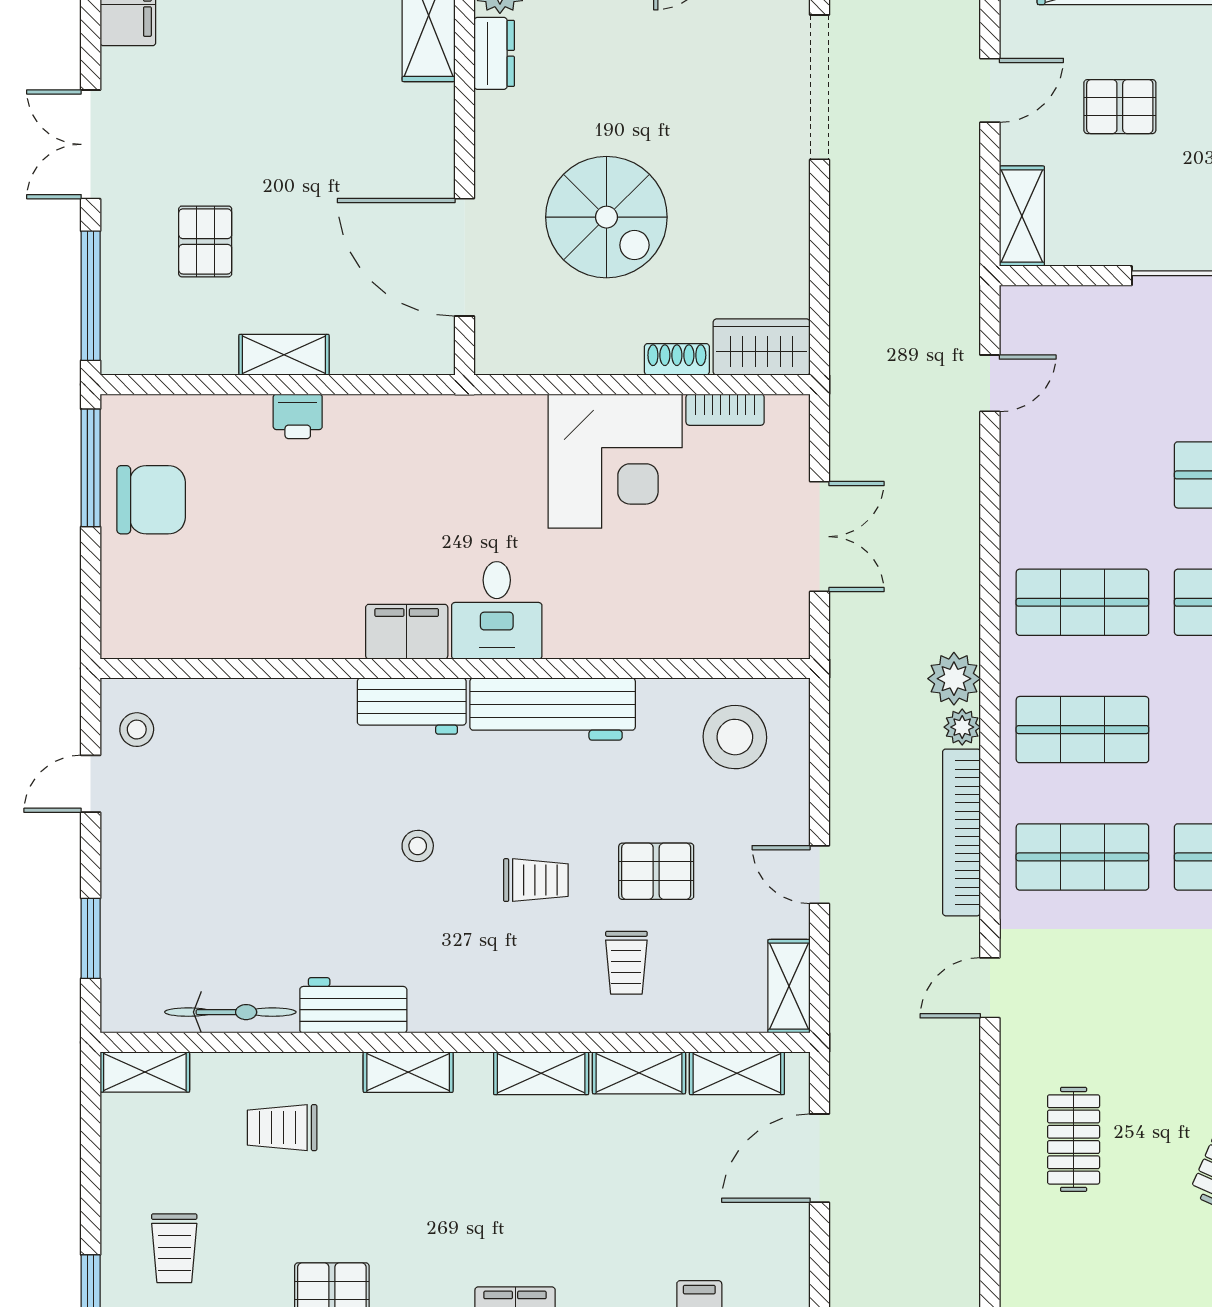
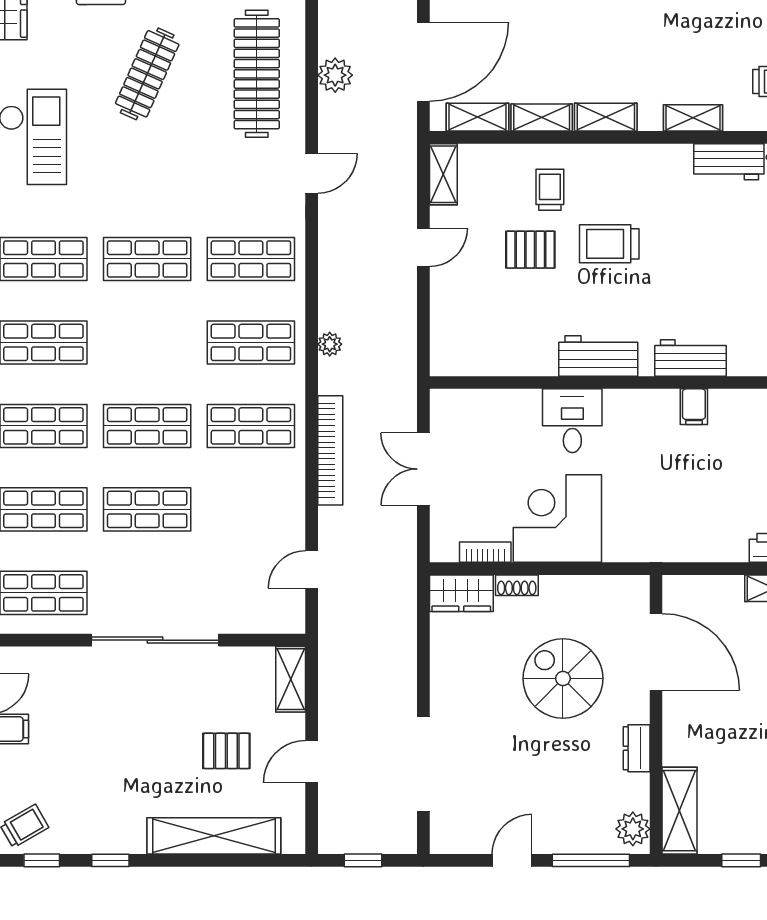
dresser: (494, 53) -> (637, 748), moved
desk: (497, 610) -> (572, 421), moved
filing cabinet: (407, 632) -> (694, 407), width x0.50
plant: (954, 679) -> (335, 75), moved
workbench: (553, 709) -> (598, 356), width x0.73
stool: (735, 737) -> (479, 338), removed
bookcase: (961, 832) -> (330, 450), moved
stool: (418, 846) -> (687, 266), removed
door: (819, 875) -> (423, 247), hinge flipped
trolley: (536, 880) -> (609, 244), width x1.36, depth x1.39
clothes rail: (1074, 1139) -> (257, 74), width x1.86, depth x1.31
door: (819, 1158) -> (423, 62), width x1.36

